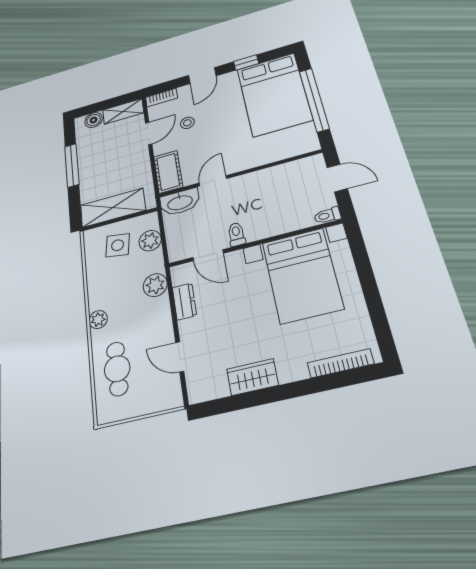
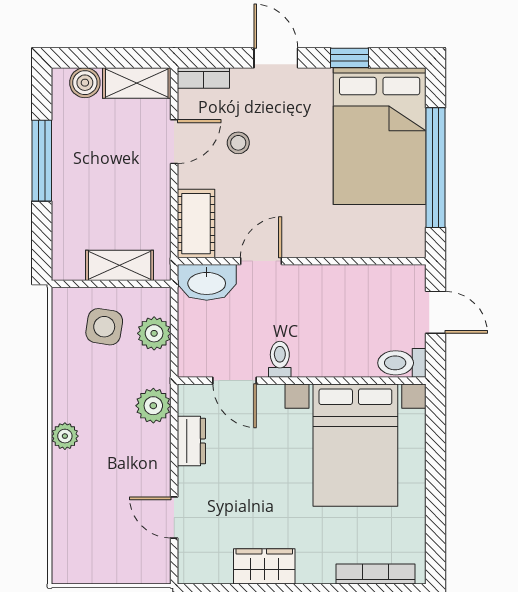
door: (202, 76) -> (276, 58), swing flipped
shelving: (113, 208) -> (120, 265), width x0.67, depth x0.75
toilet: (327, 215) -> (402, 363), width x1.37, depth x1.39
cafe table: (117, 369) -> (86, 514), removed

